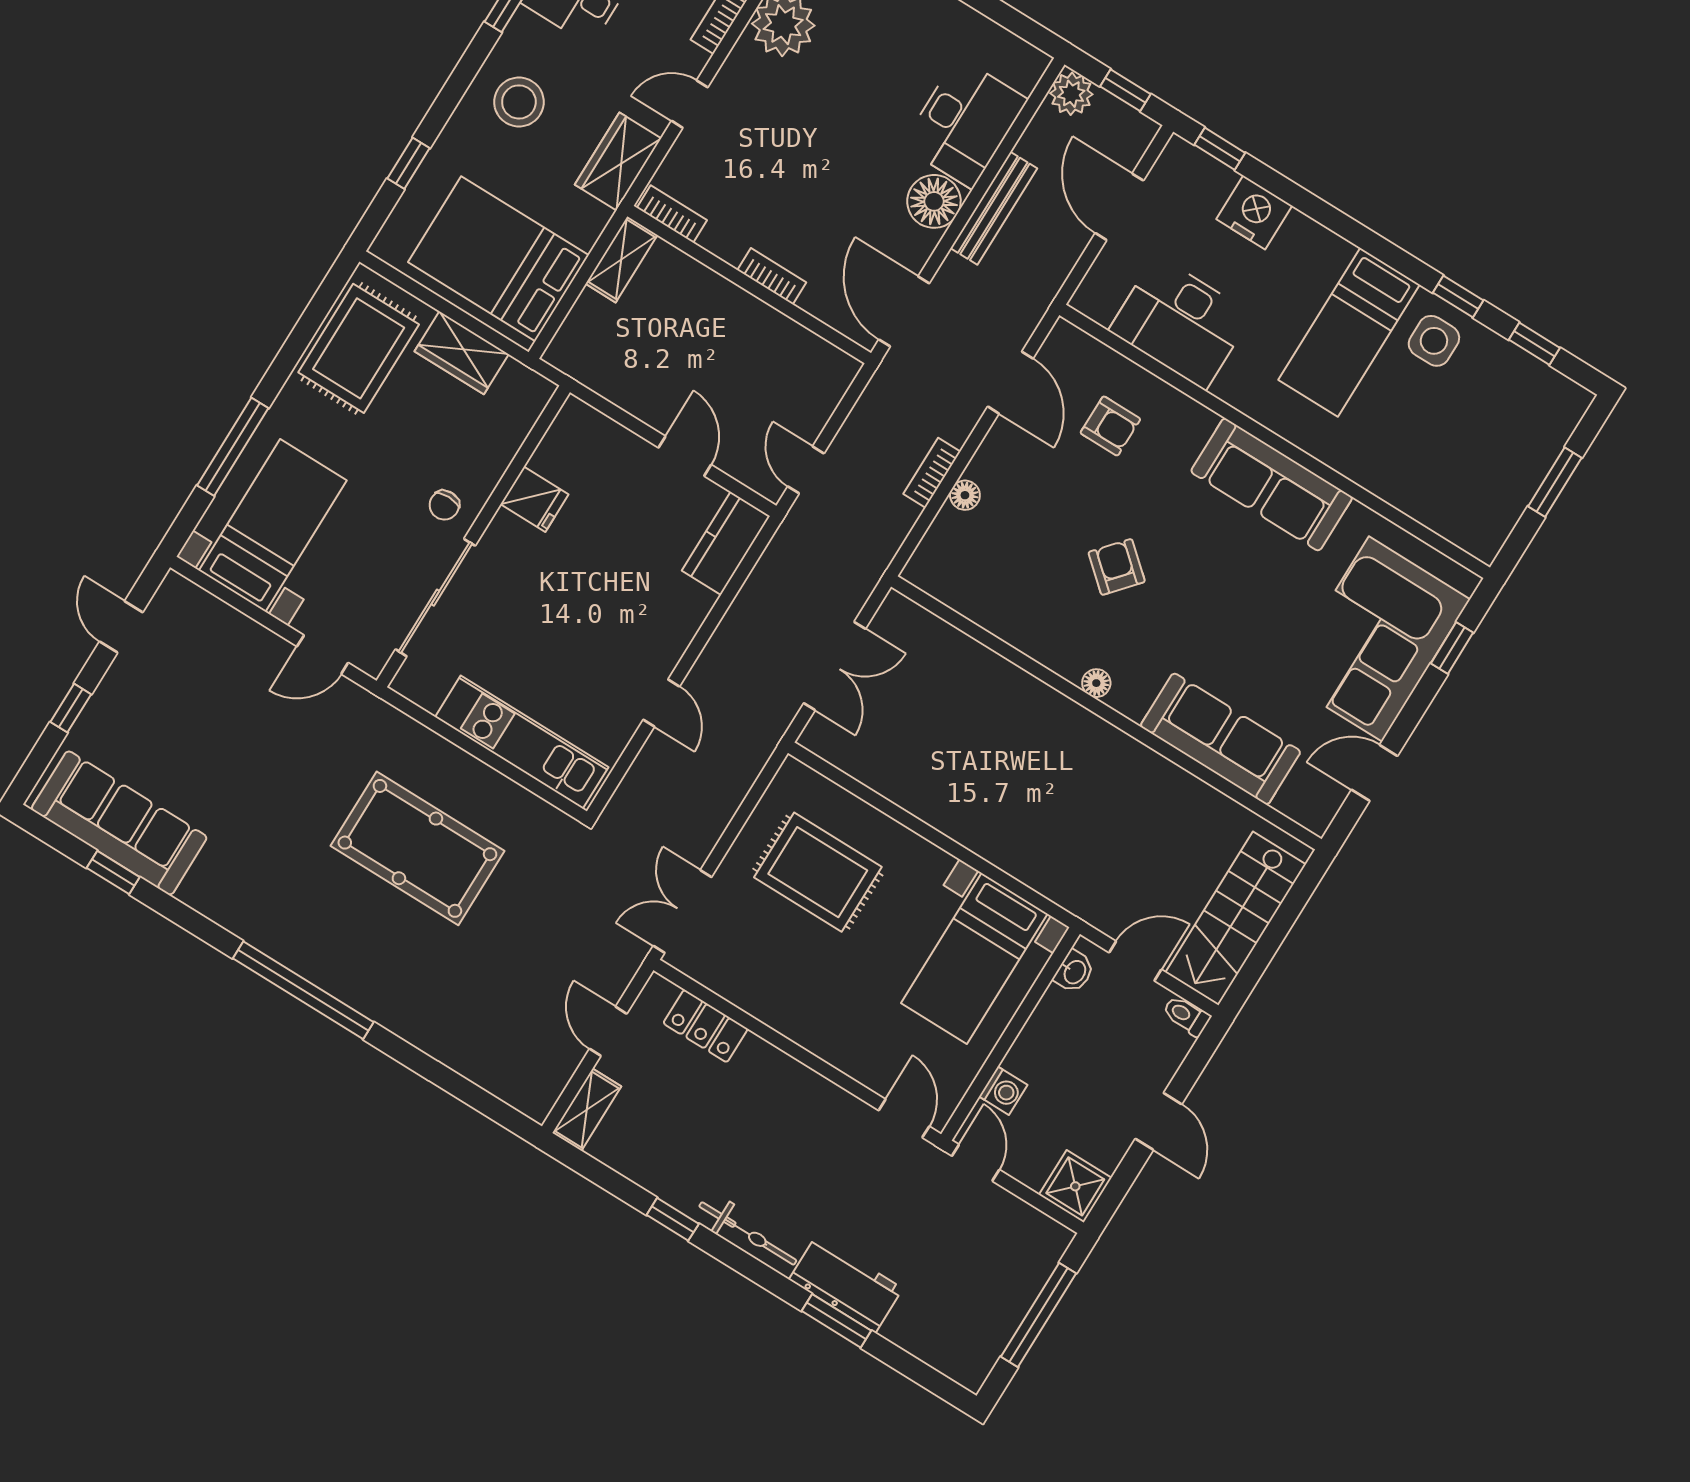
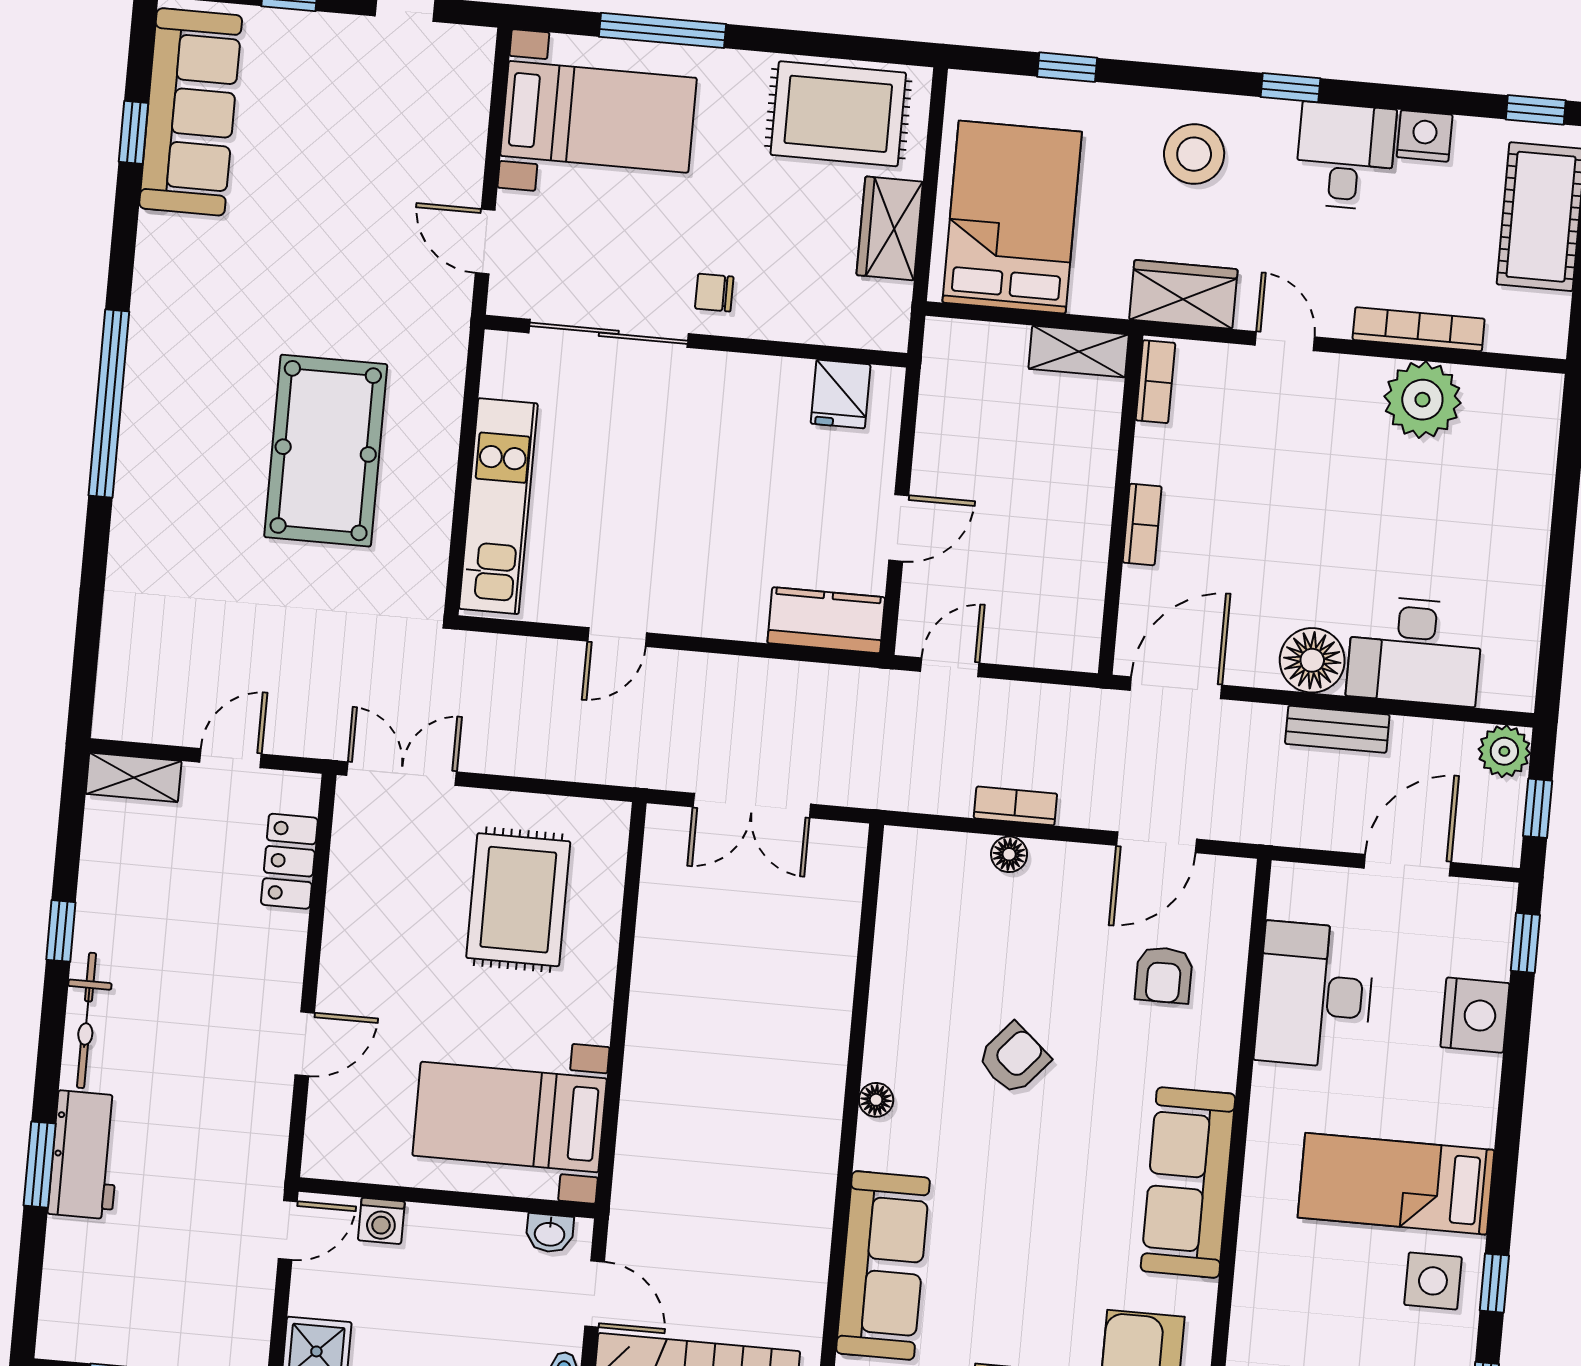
bench: (994, 208) -> (1337, 729), width x0.73
fridge: (535, 499) -> (841, 394), moved
door: (904, 1118) -> (305, 1044), moved

